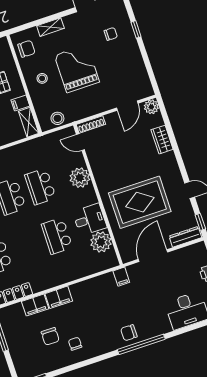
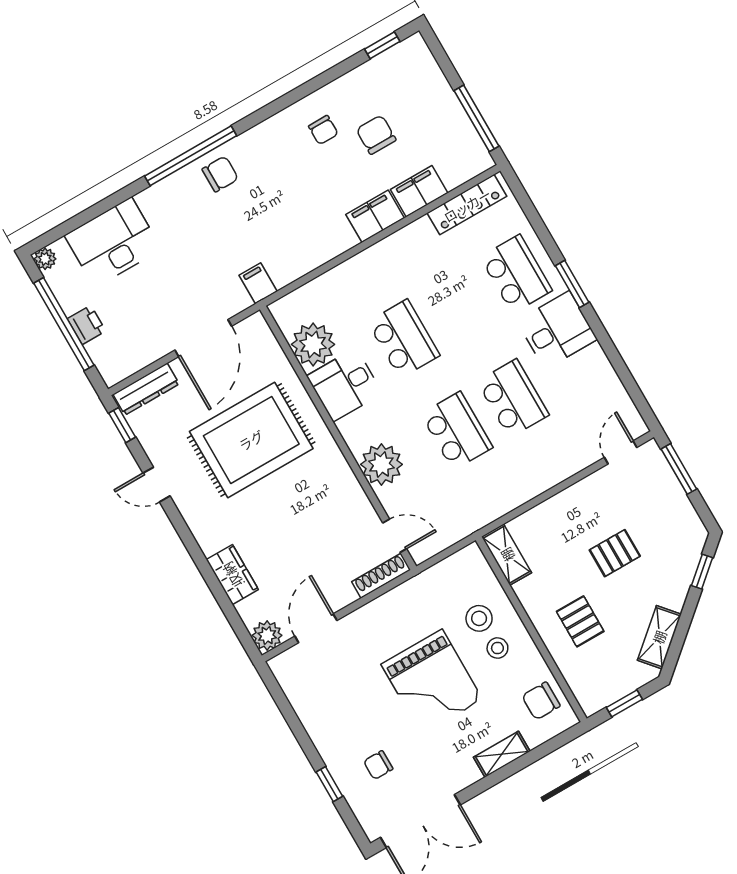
filing cabinet: (20, 103) -> (531, 590), removed
stool: (57, 118) -> (479, 618), moved

